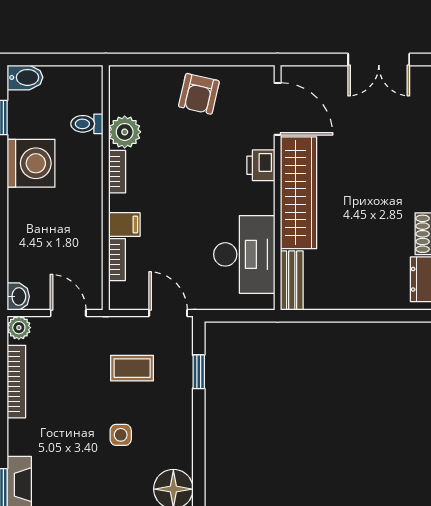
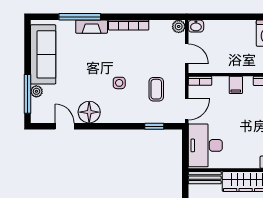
desk: (244, 254) -> (205, 145), moved, turned 90
bookcase: (117, 260) -> (200, 81), moved
door: (68, 313) -> (187, 54), hinge flipped
bookcase: (16, 382) -> (129, 25), moved

